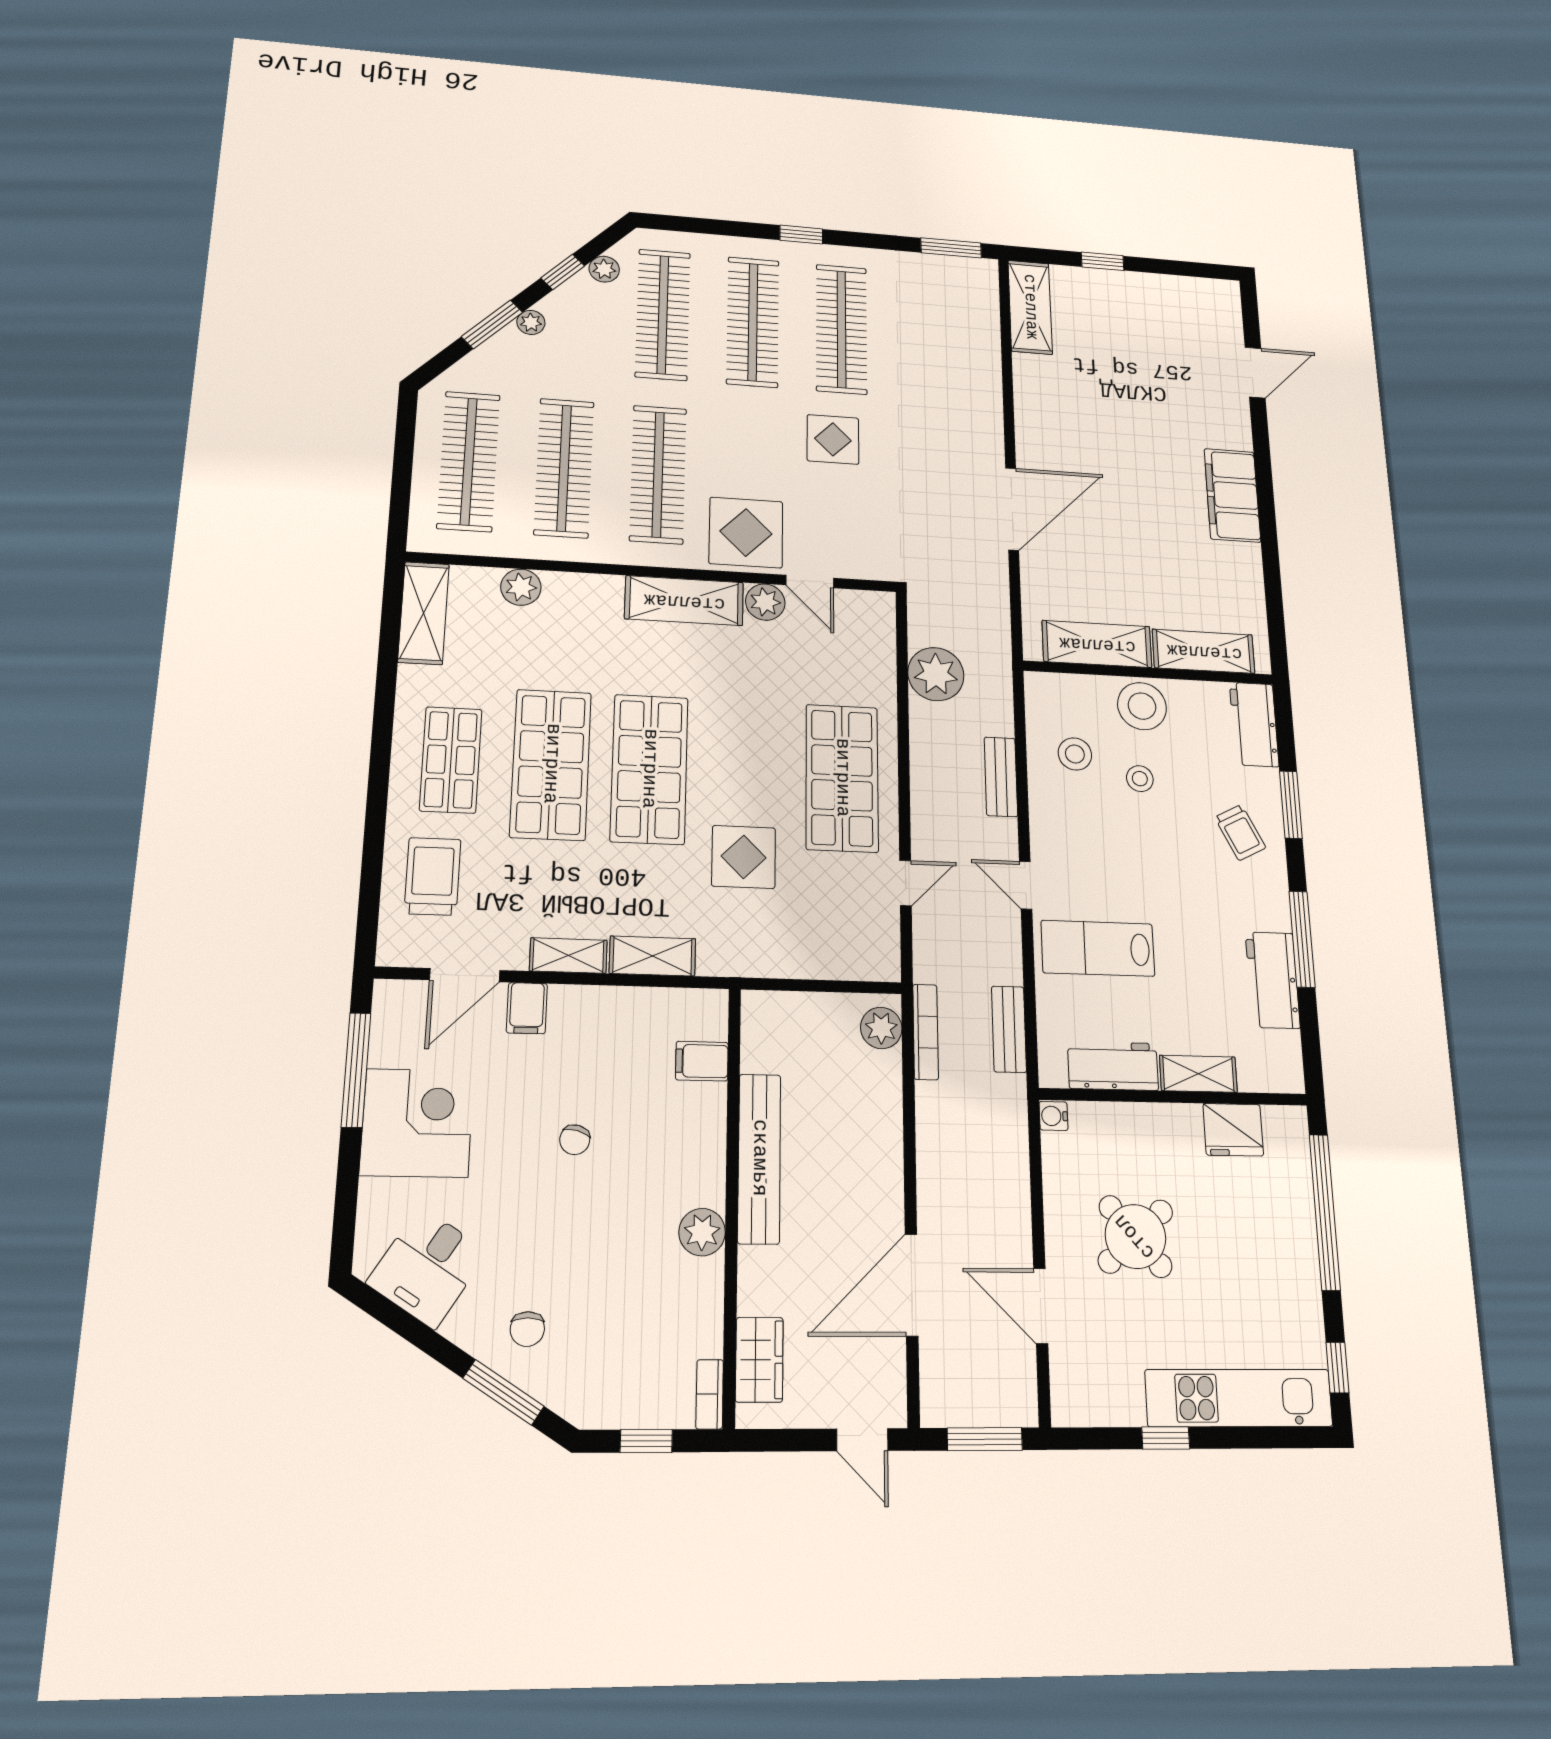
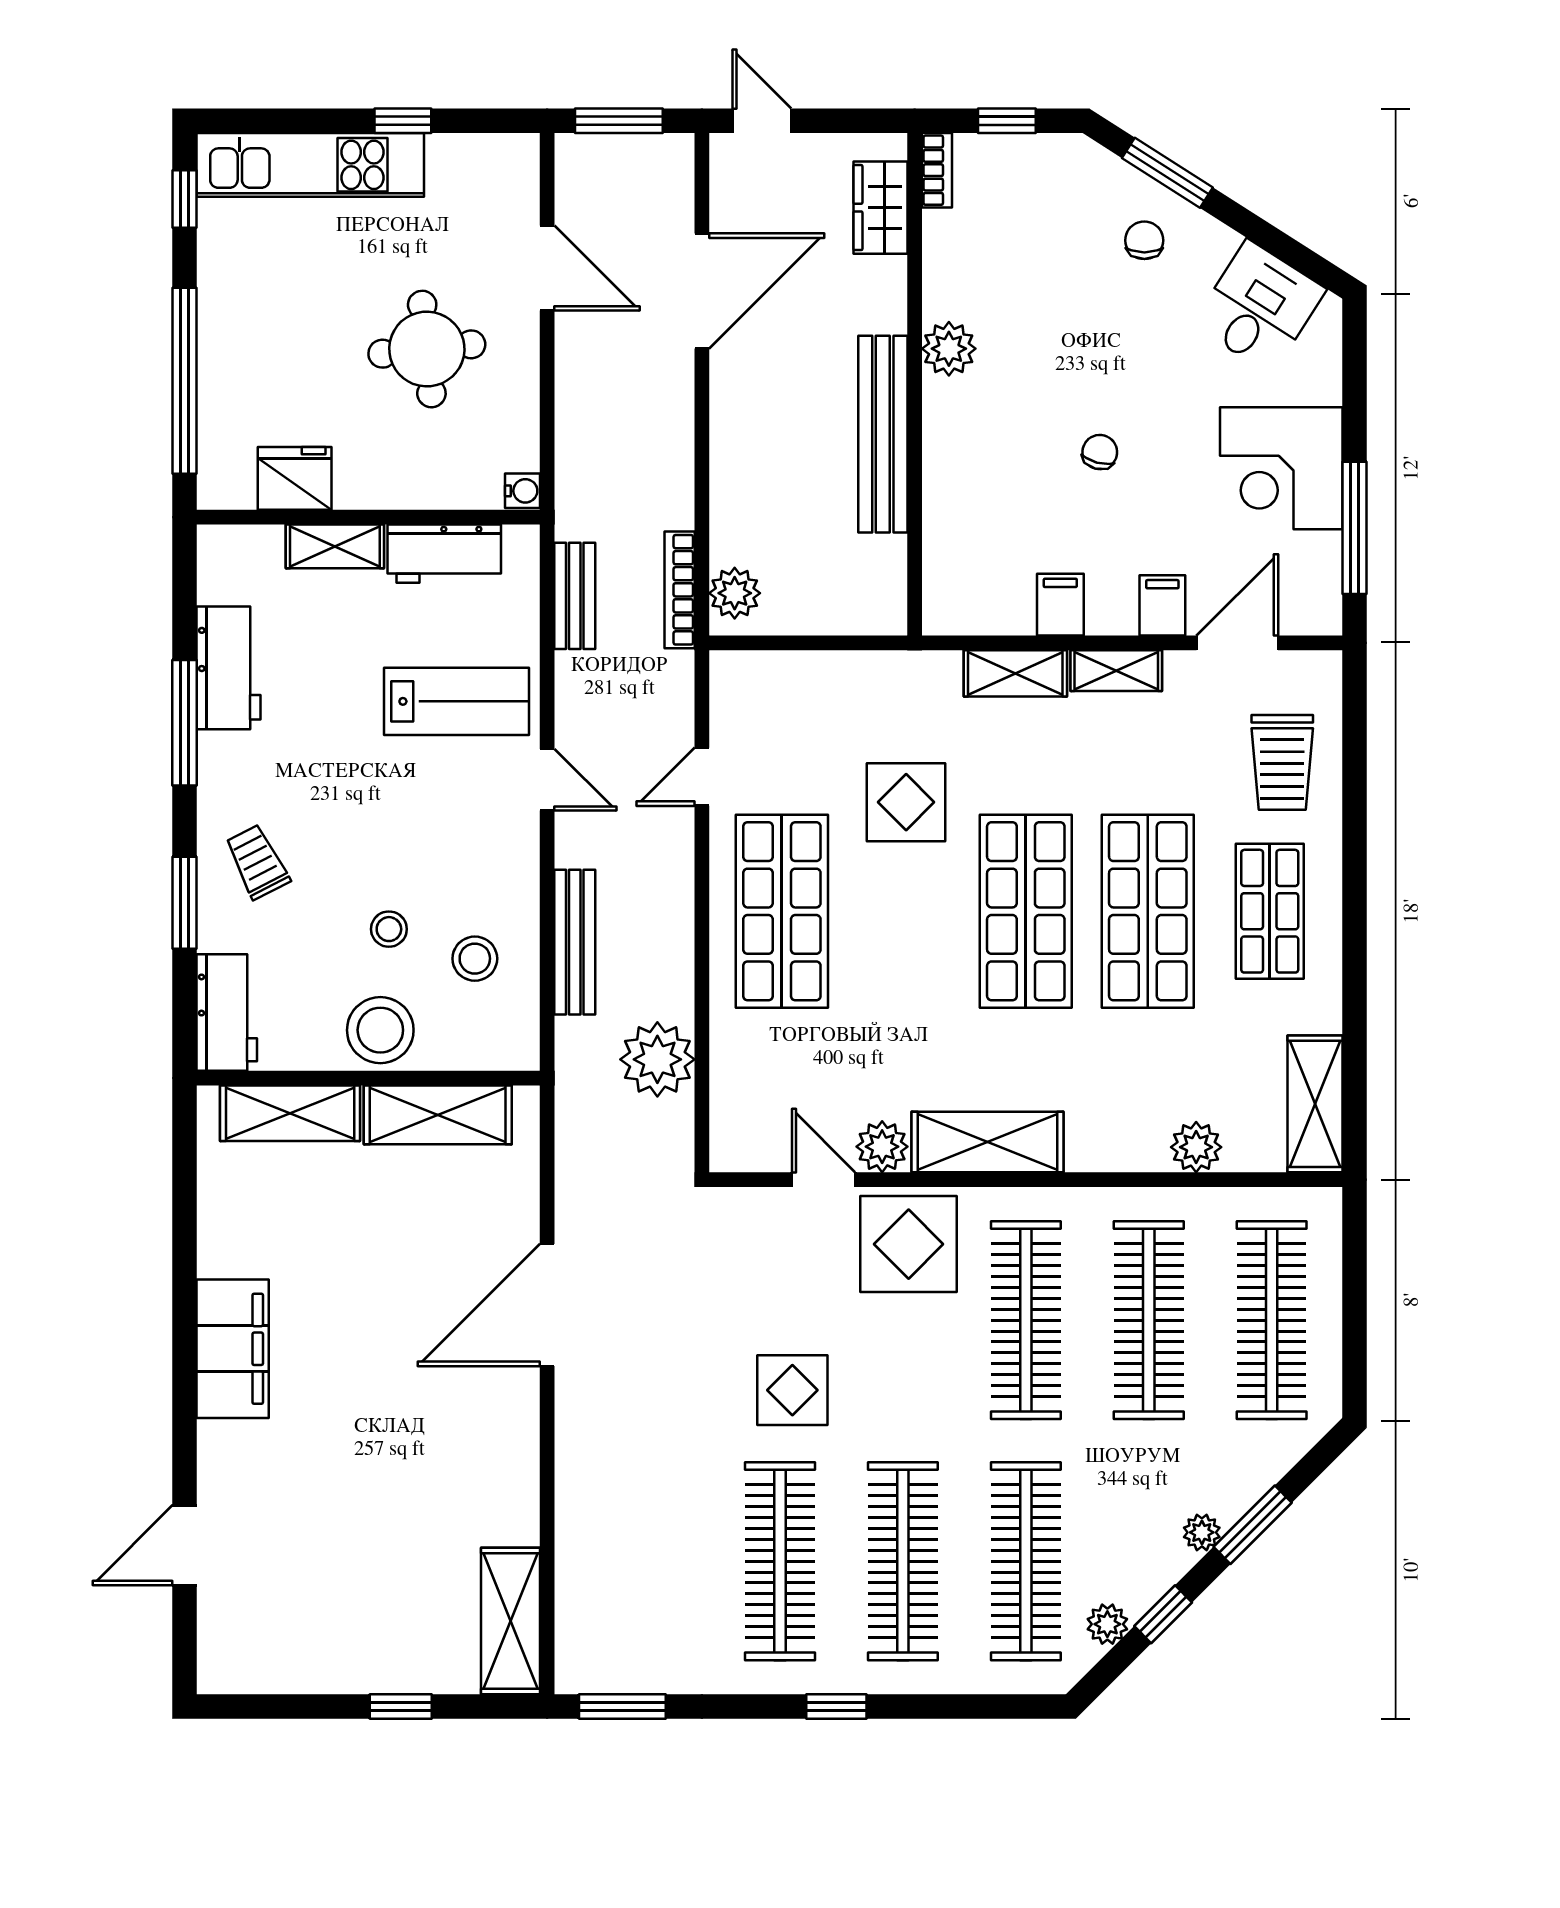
bench: (1001, 777) -> (575, 942), width x1.36
filing cabinet: (702, 1061) -> (1060, 605), moved, turned -90
round table: (1135, 1236) -> (427, 349), turned 35

